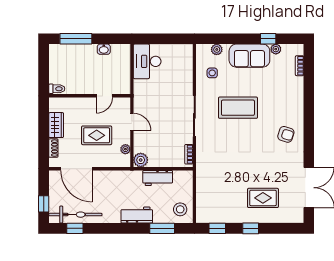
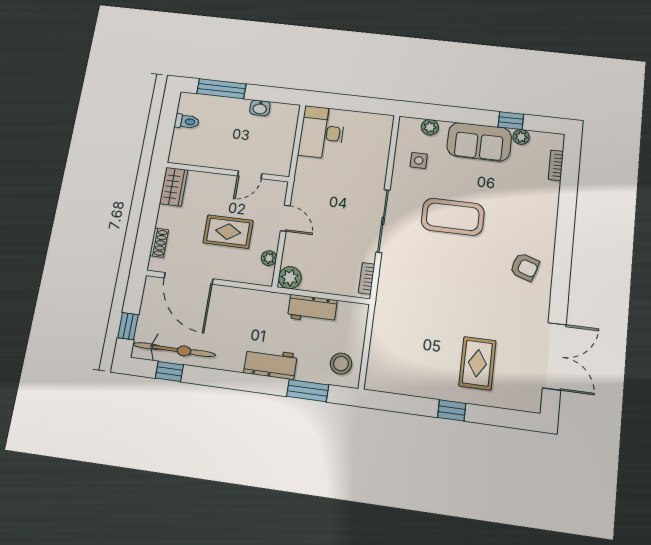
toilet: (57, 89) -> (187, 121), moved
wardrobe: (56, 125) -> (174, 187), moved
rug: (263, 198) -> (477, 363), turned 90
window: (217, 228) -> (397, 403), removed

